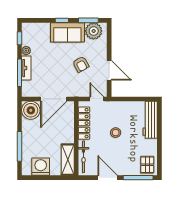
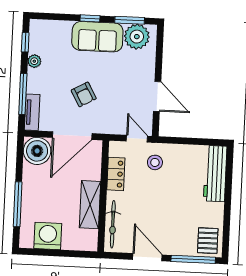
armchair: (81, 64) -> (84, 94), moved
tv unit: (26, 68) -> (32, 112), moved
locker: (84, 123) -> (116, 174), width x0.66
stool: (116, 133) -> (155, 162), moved
shelving: (68, 160) -> (90, 205), moved

